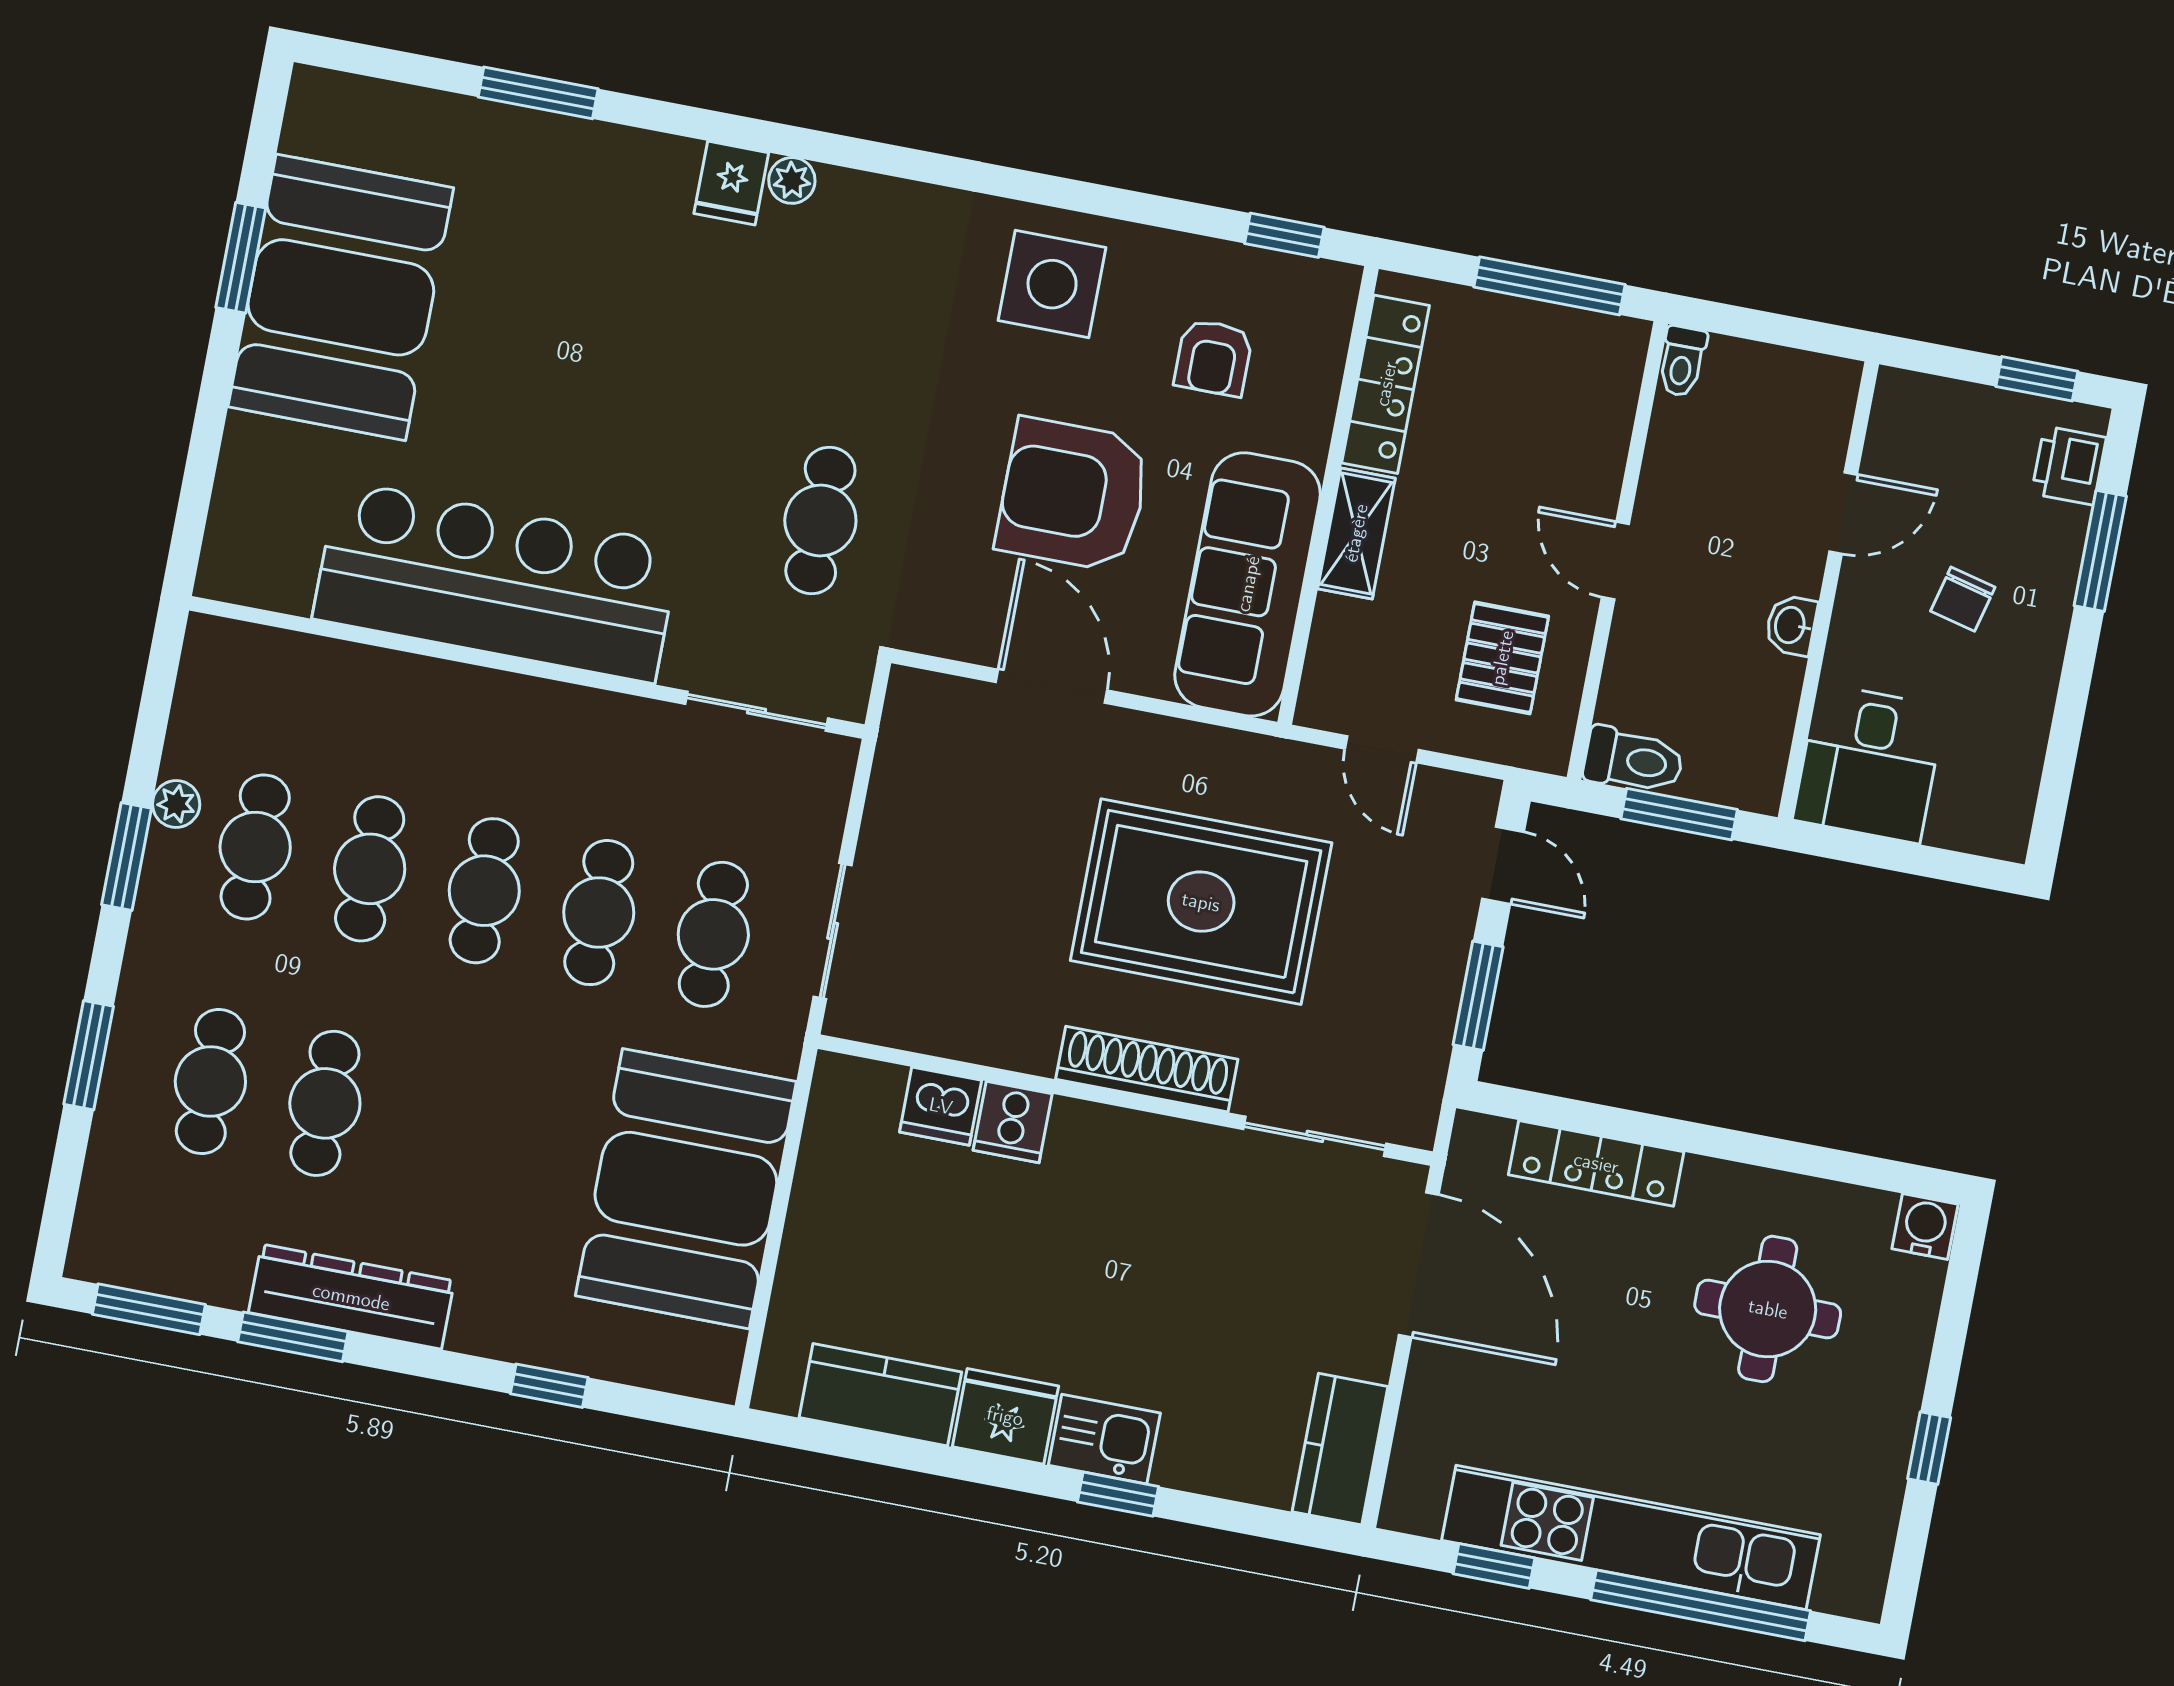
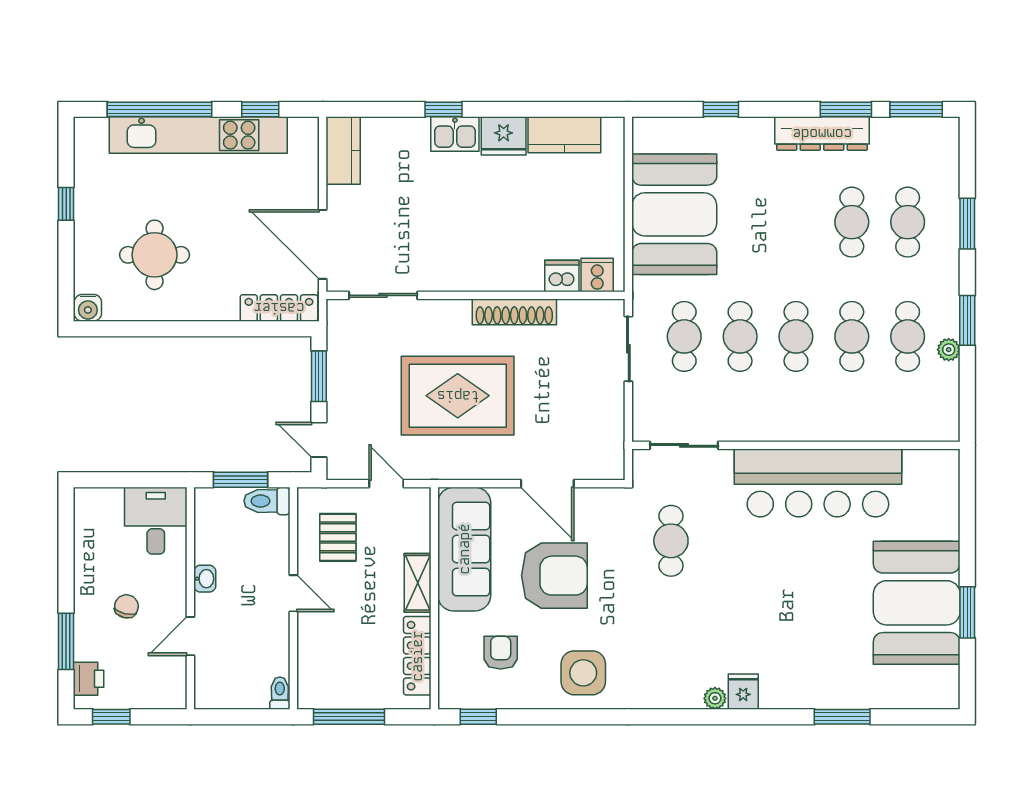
shoe rack: (1147, 1069) -> (514, 312), moved
cooker: (1013, 1122) -> (597, 275), moved
locker: (1596, 1163) -> (279, 308), moved

